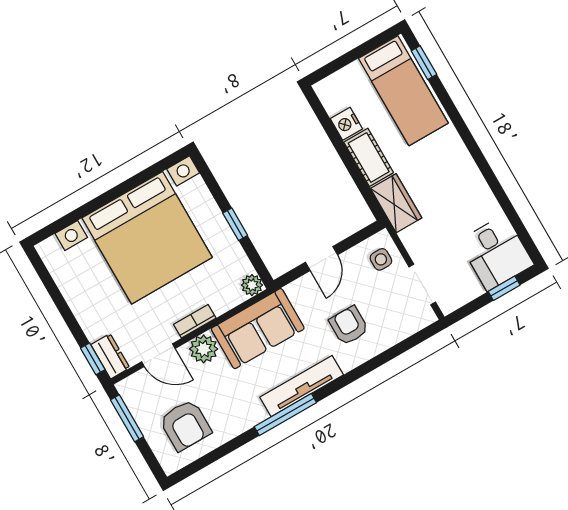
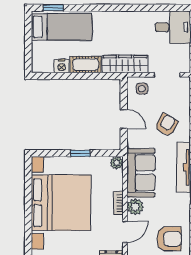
wardrobe: (396, 203) -> (125, 64), width x1.50
armchair: (349, 326) -> (166, 125), turned 119

